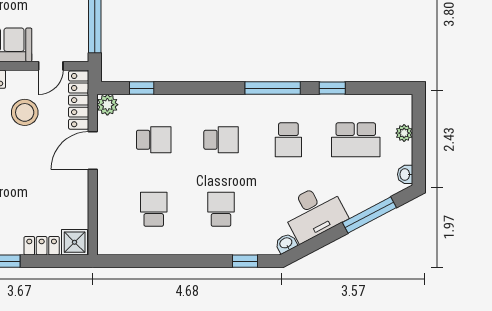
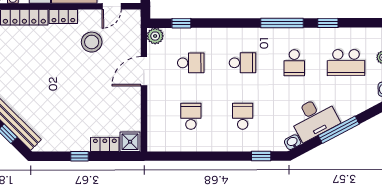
locker: (79, 100) -> (133, 32), removed
window: (369, 215) -> (339, 130), moved

